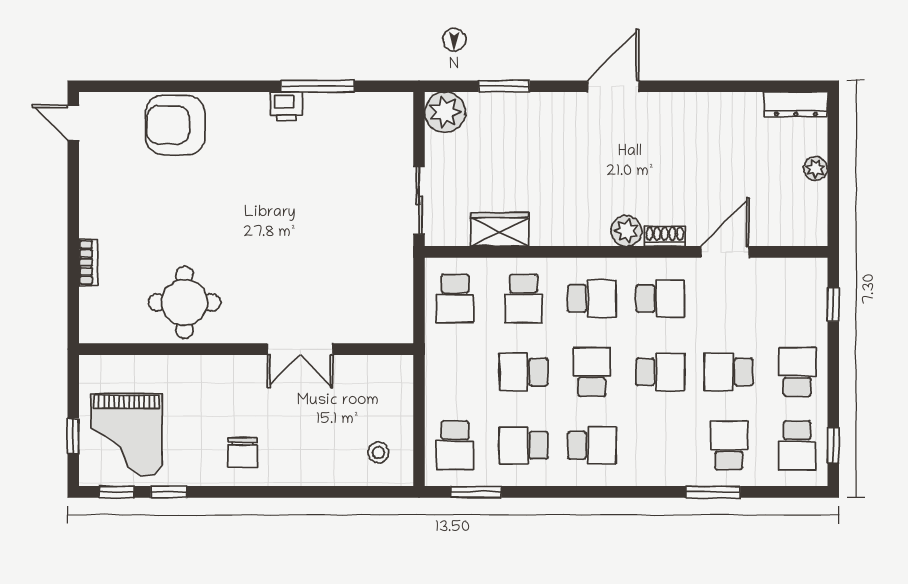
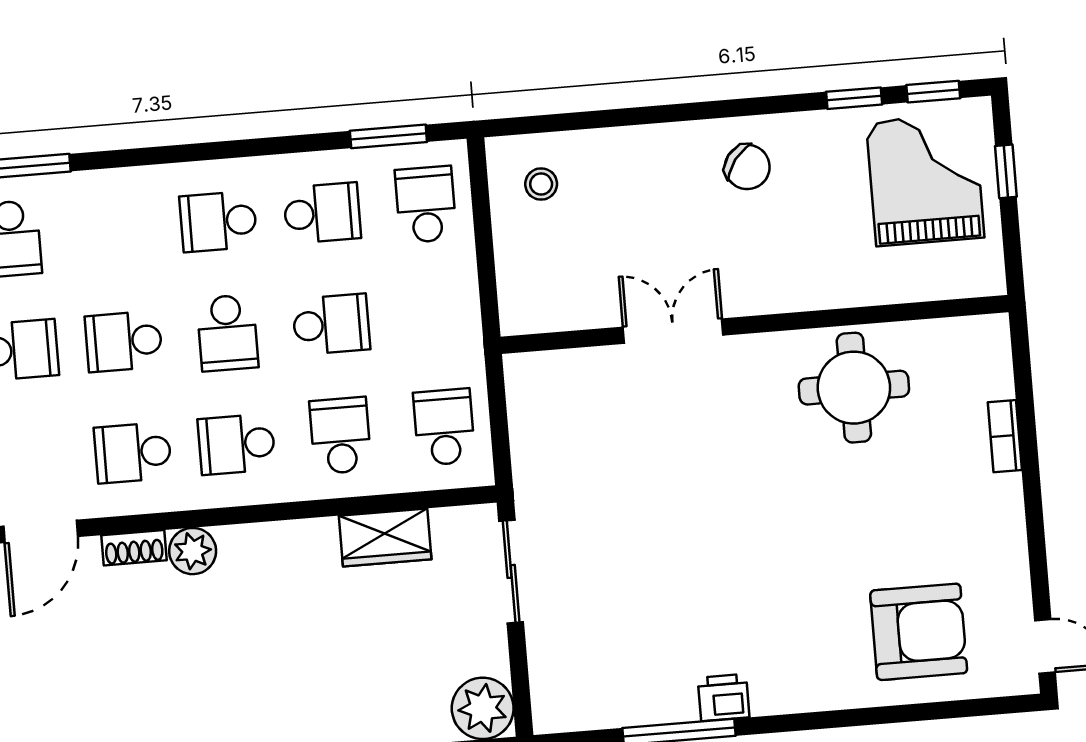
armchair: (175, 125) -> (919, 632), moved
chair: (242, 453) -> (747, 167), turned 127

